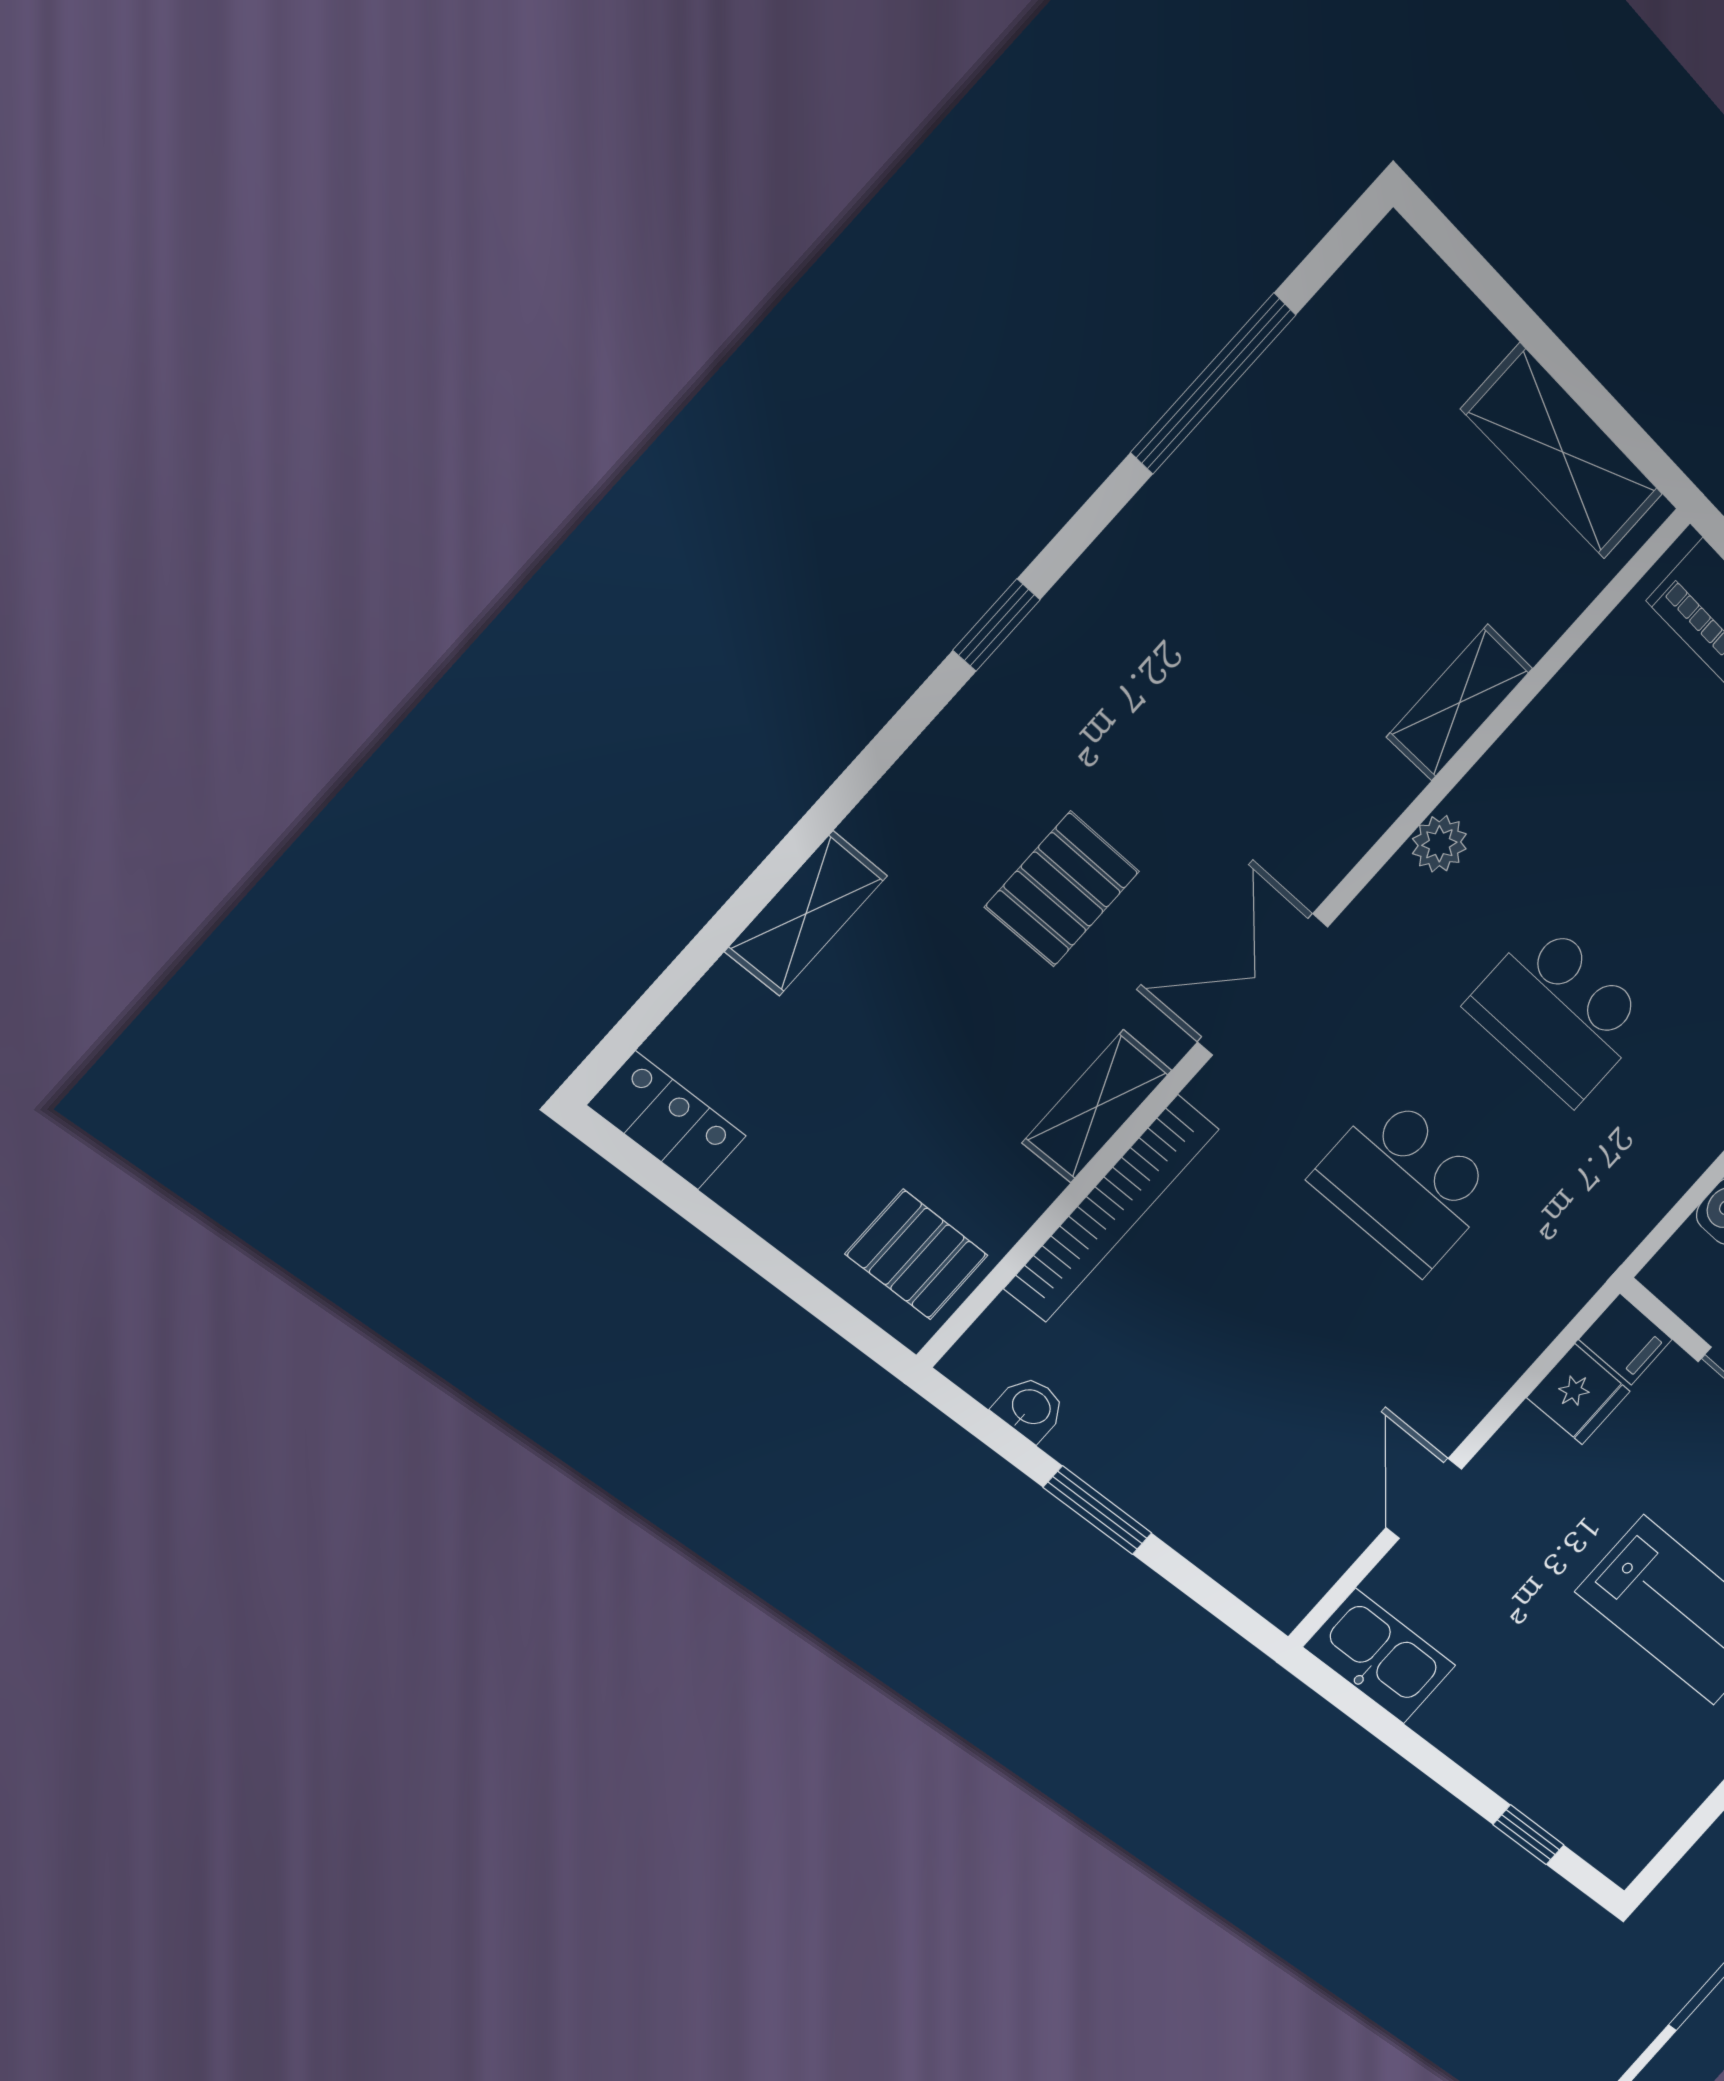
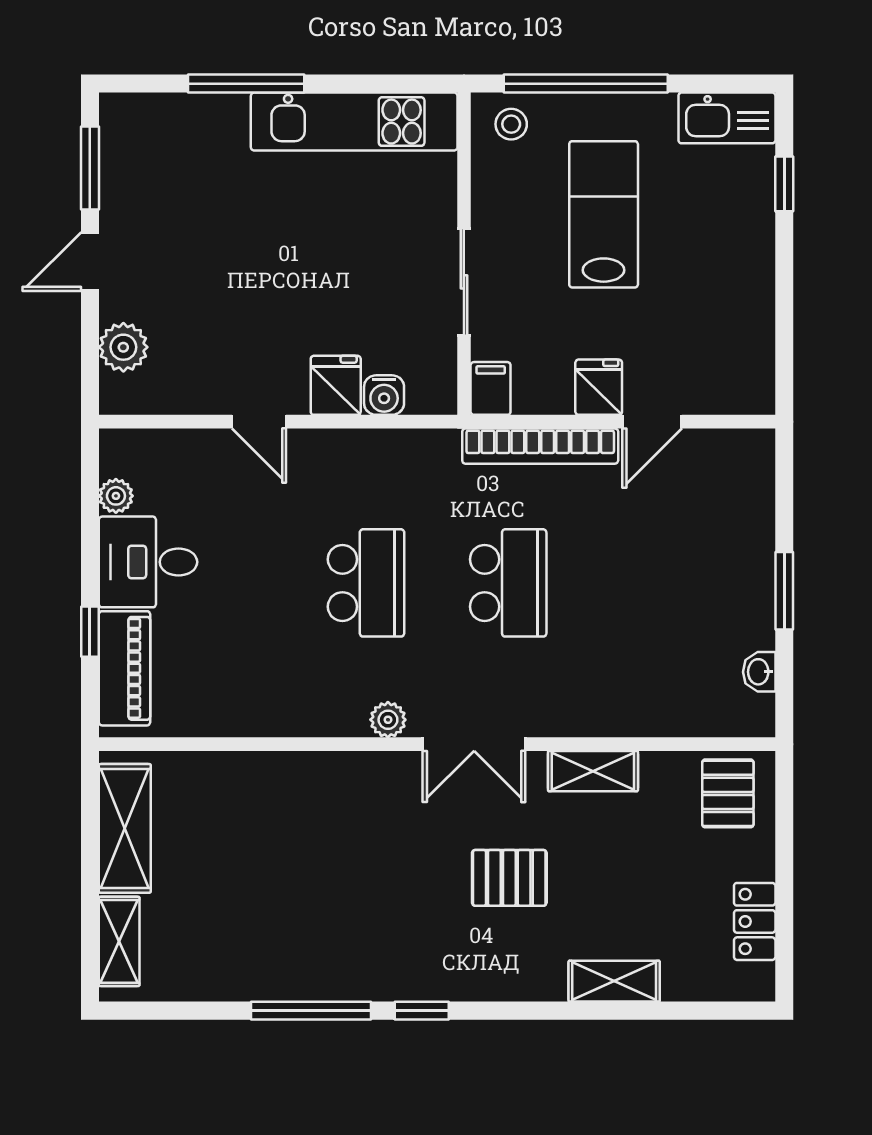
window: (1213, 384) -> (311, 1011), moved
shelving: (1460, 703) -> (119, 941), moved, turned 90
plant: (1439, 844) -> (388, 720), moved
locker: (667, 1121) -> (755, 921), moved
bookcase: (1112, 1209) -> (540, 446), moved, turned 180
fridge: (1578, 1394) -> (599, 387), moved
kitchen sink: (1380, 1656) -> (727, 118), moved, turned -90

